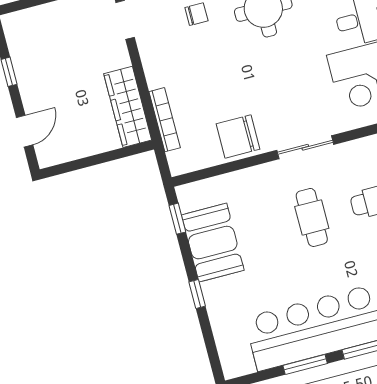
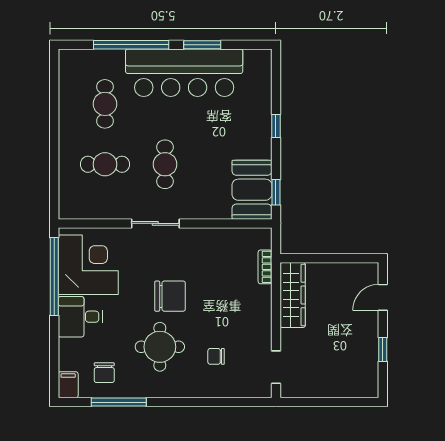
bookcase: (165, 120) -> (265, 267), width x0.64
chair: (238, 137) -> (170, 296), moved
booth: (213, 243) -> (252, 190), moved

